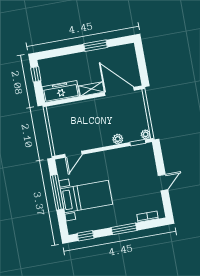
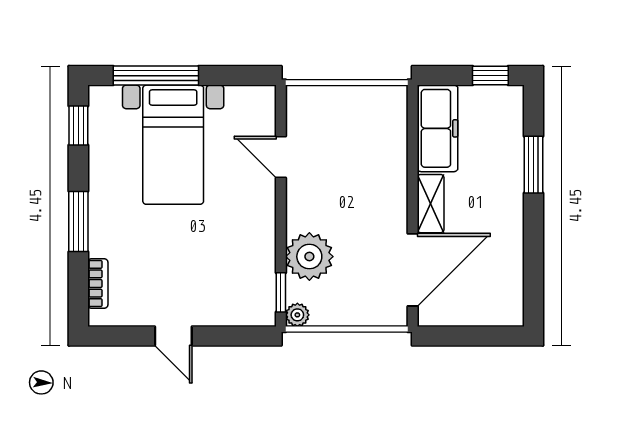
window: (96, 46) -> (534, 165), moved
plant: (118, 139) -> (309, 257), width x1.87, depth x1.87
door: (73, 154) -> (281, 157), moved
window: (57, 192) -> (156, 76), moved

